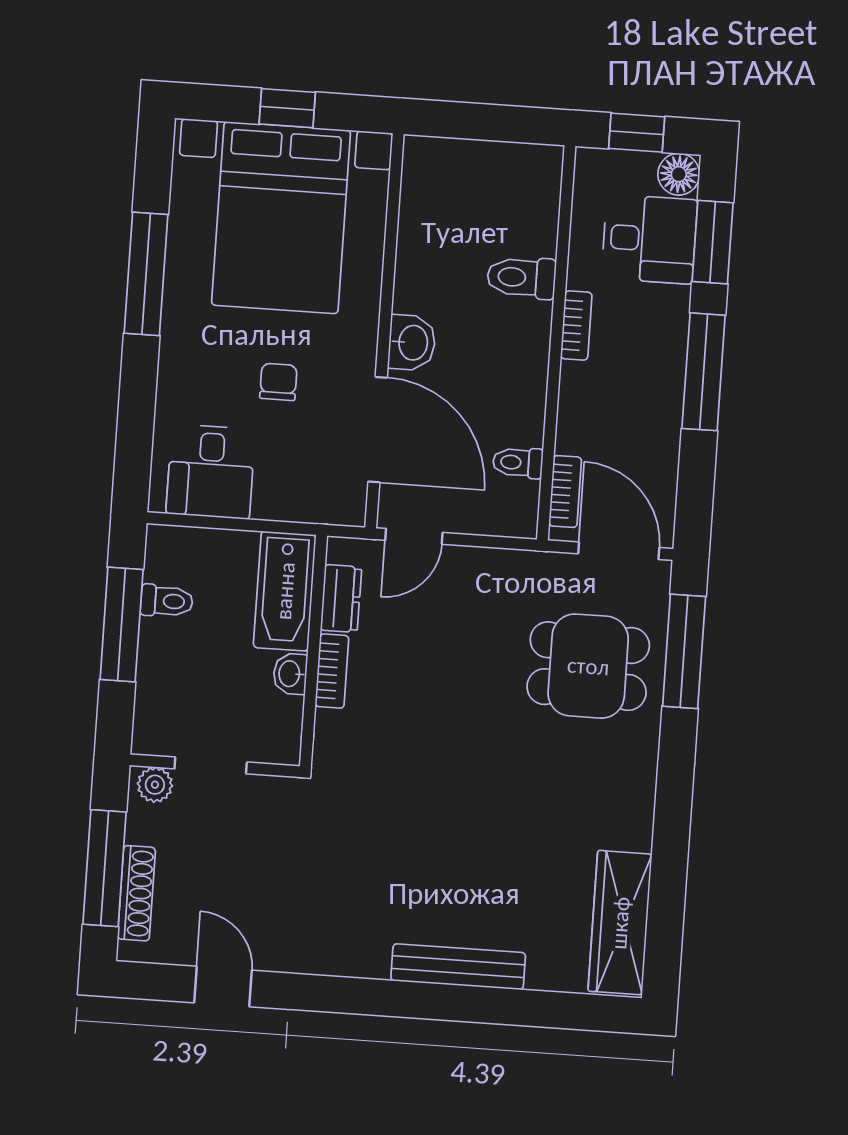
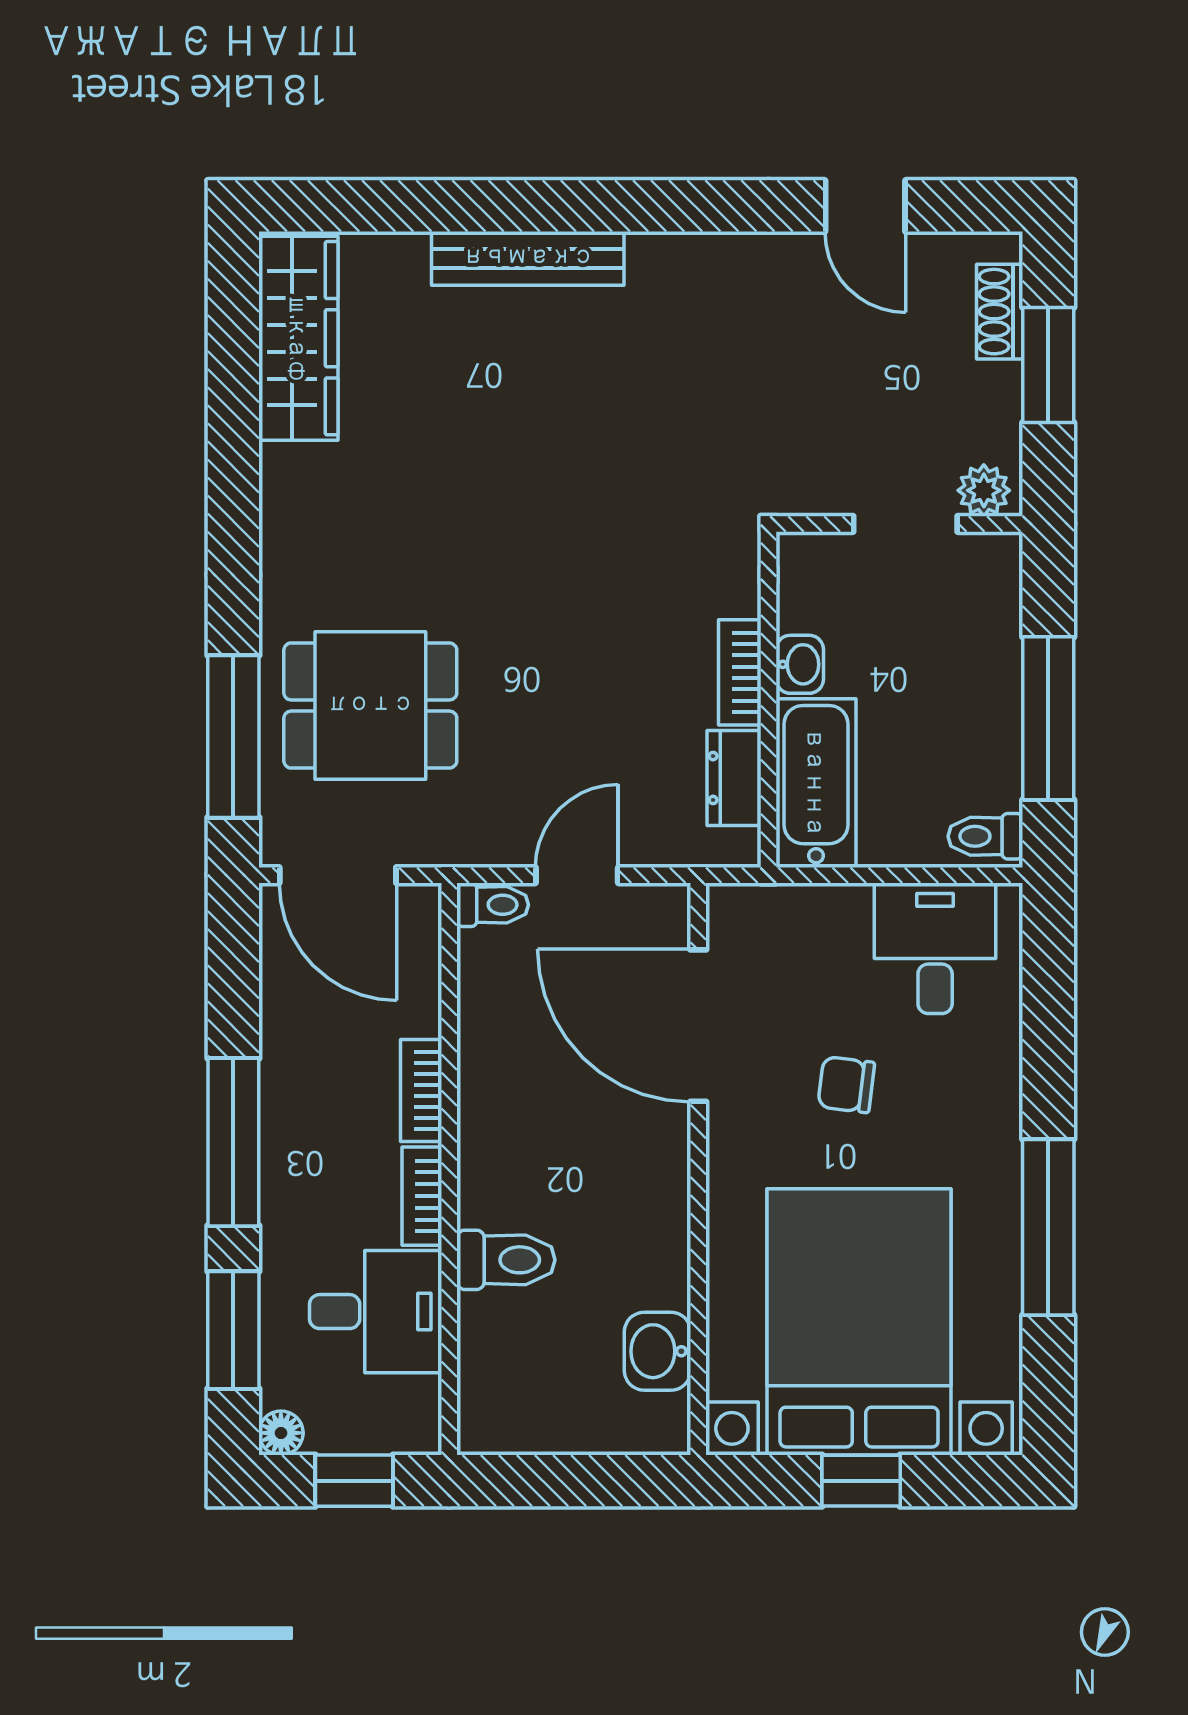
floor lamp: (679, 174) -> (281, 1433), width x0.73, depth x0.73
desk: (649, 239) -> (376, 1312), moved, turned 180
washbasin: (412, 343) -> (658, 1351), moved
chair: (278, 382) -> (846, 1085), turned 97
toilet: (518, 463) -> (493, 905), moved
bookcase: (565, 492) -> (421, 1091), moved
door: (414, 536) -> (577, 875), moved
toilet: (167, 601) -> (985, 836), moved
window: (105, 868) -> (1048, 365), width x0.69
shoe rack: (136, 893) -> (1000, 312), width x0.70

